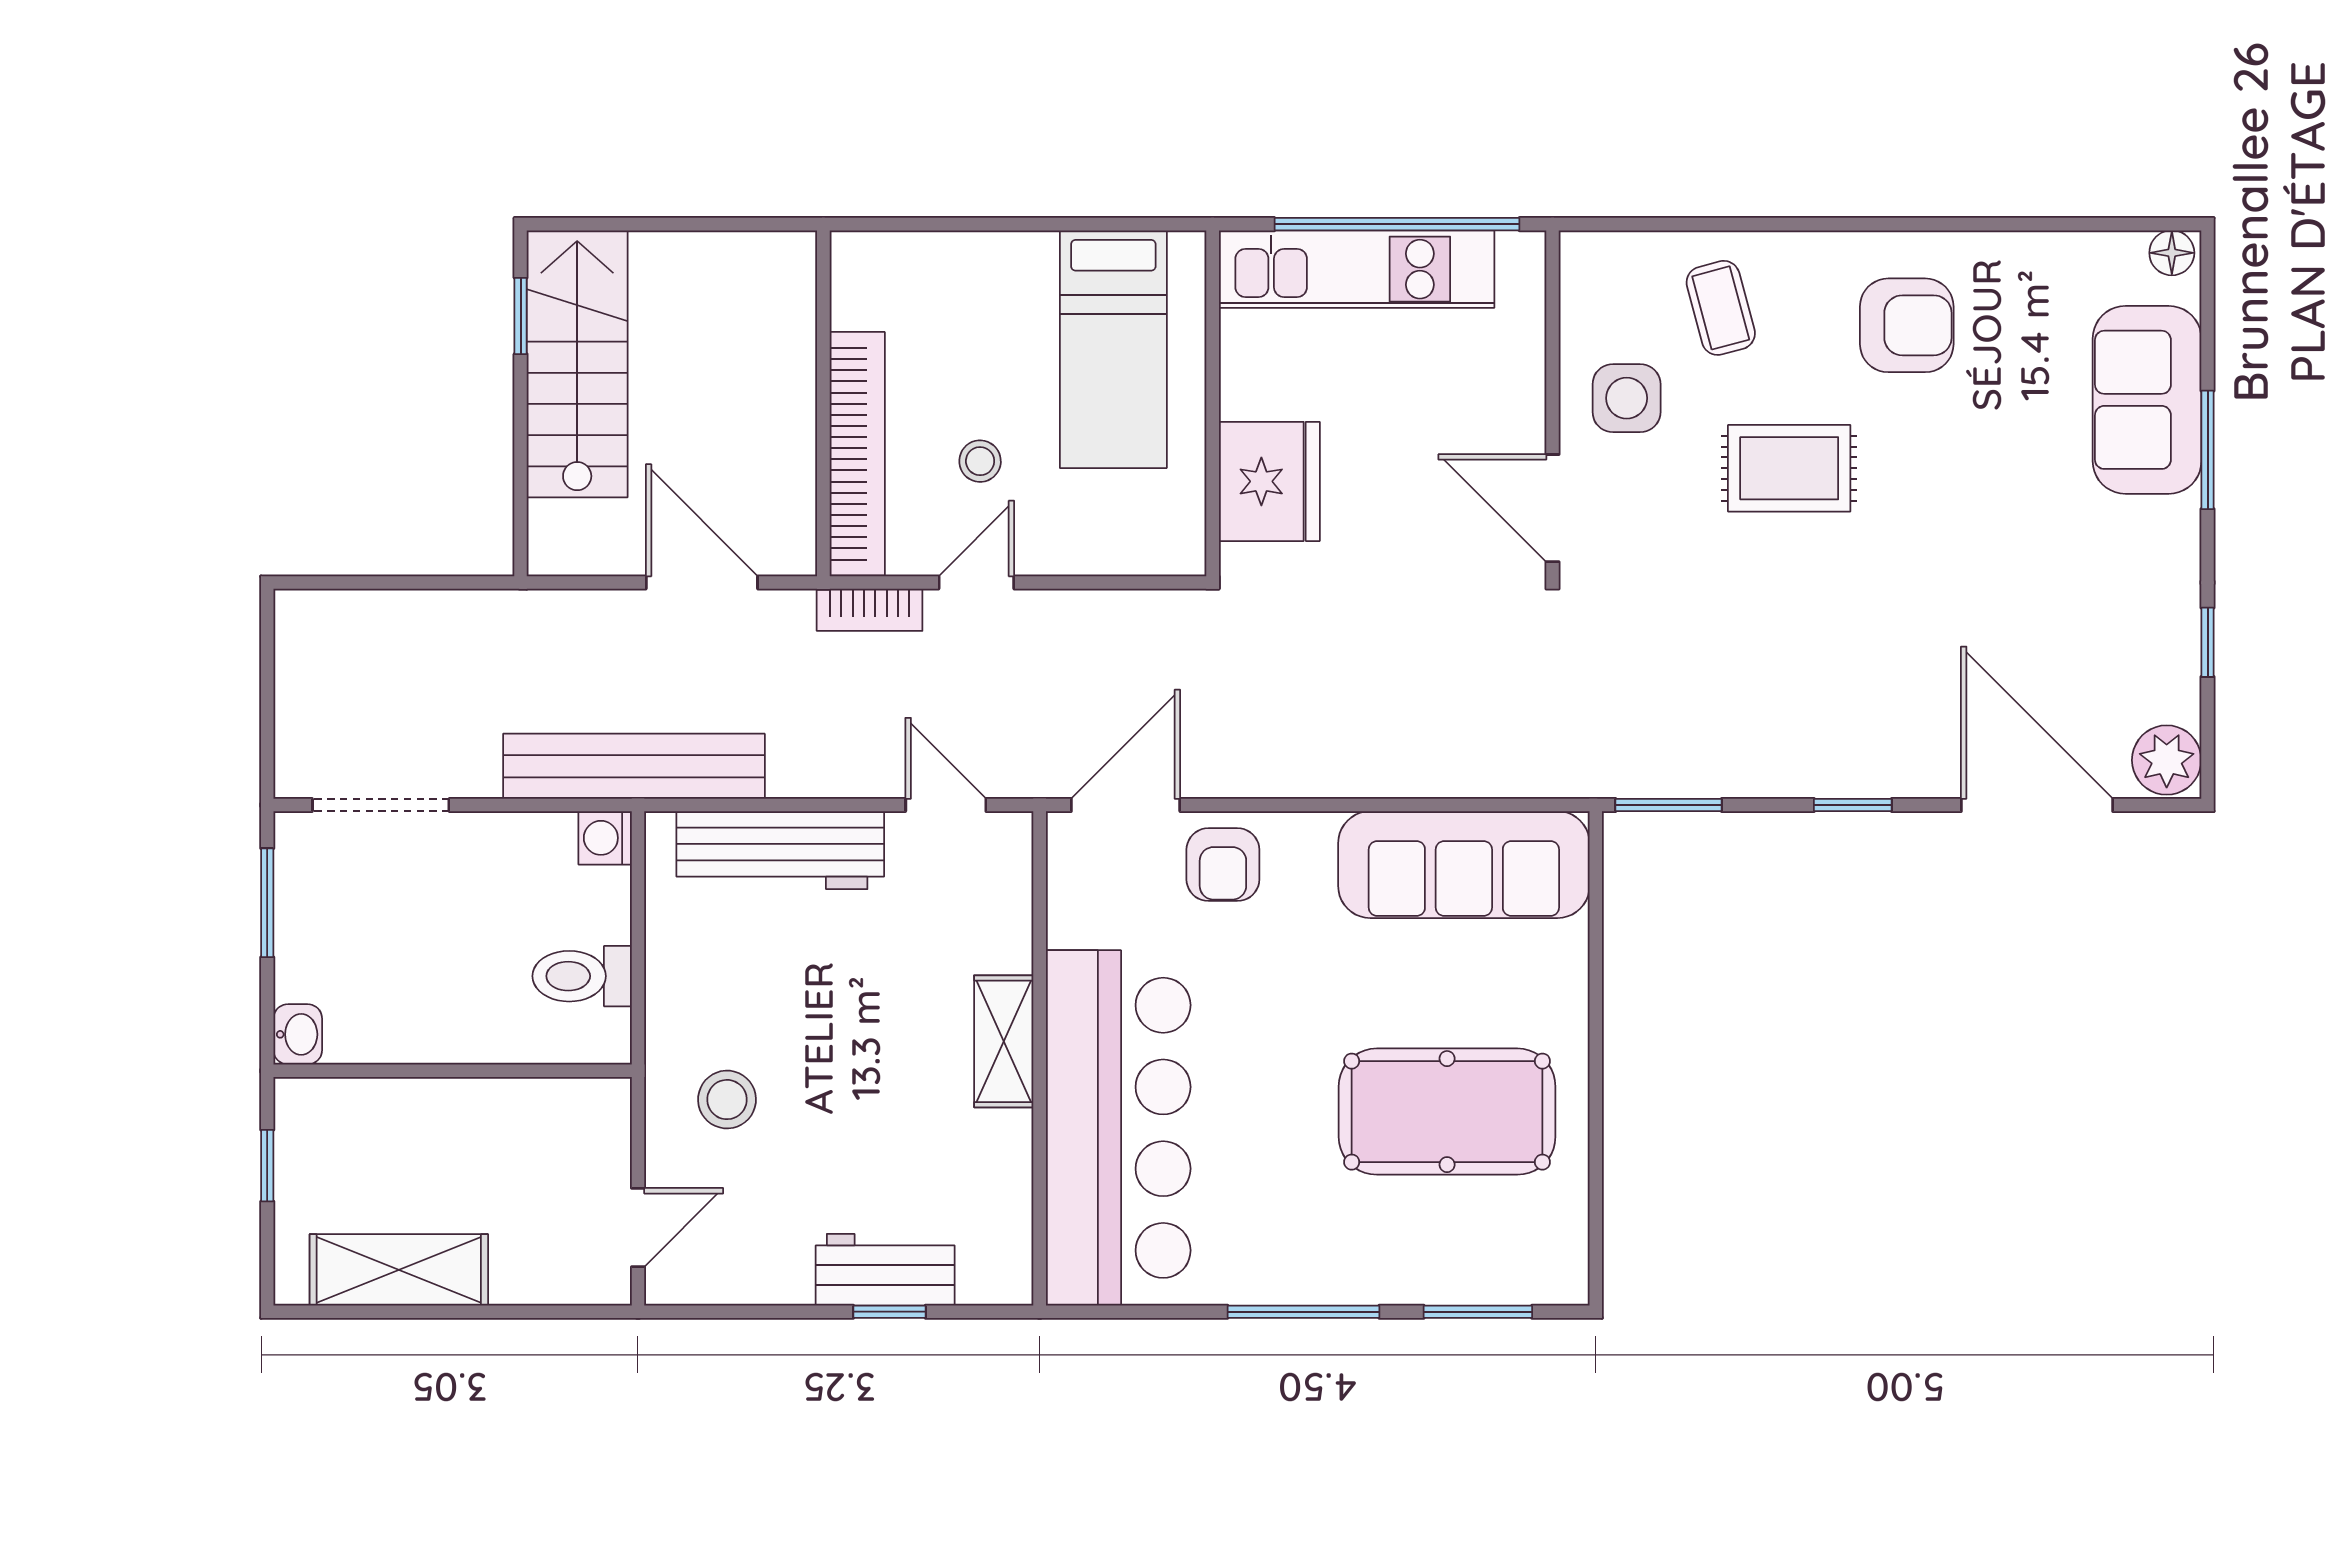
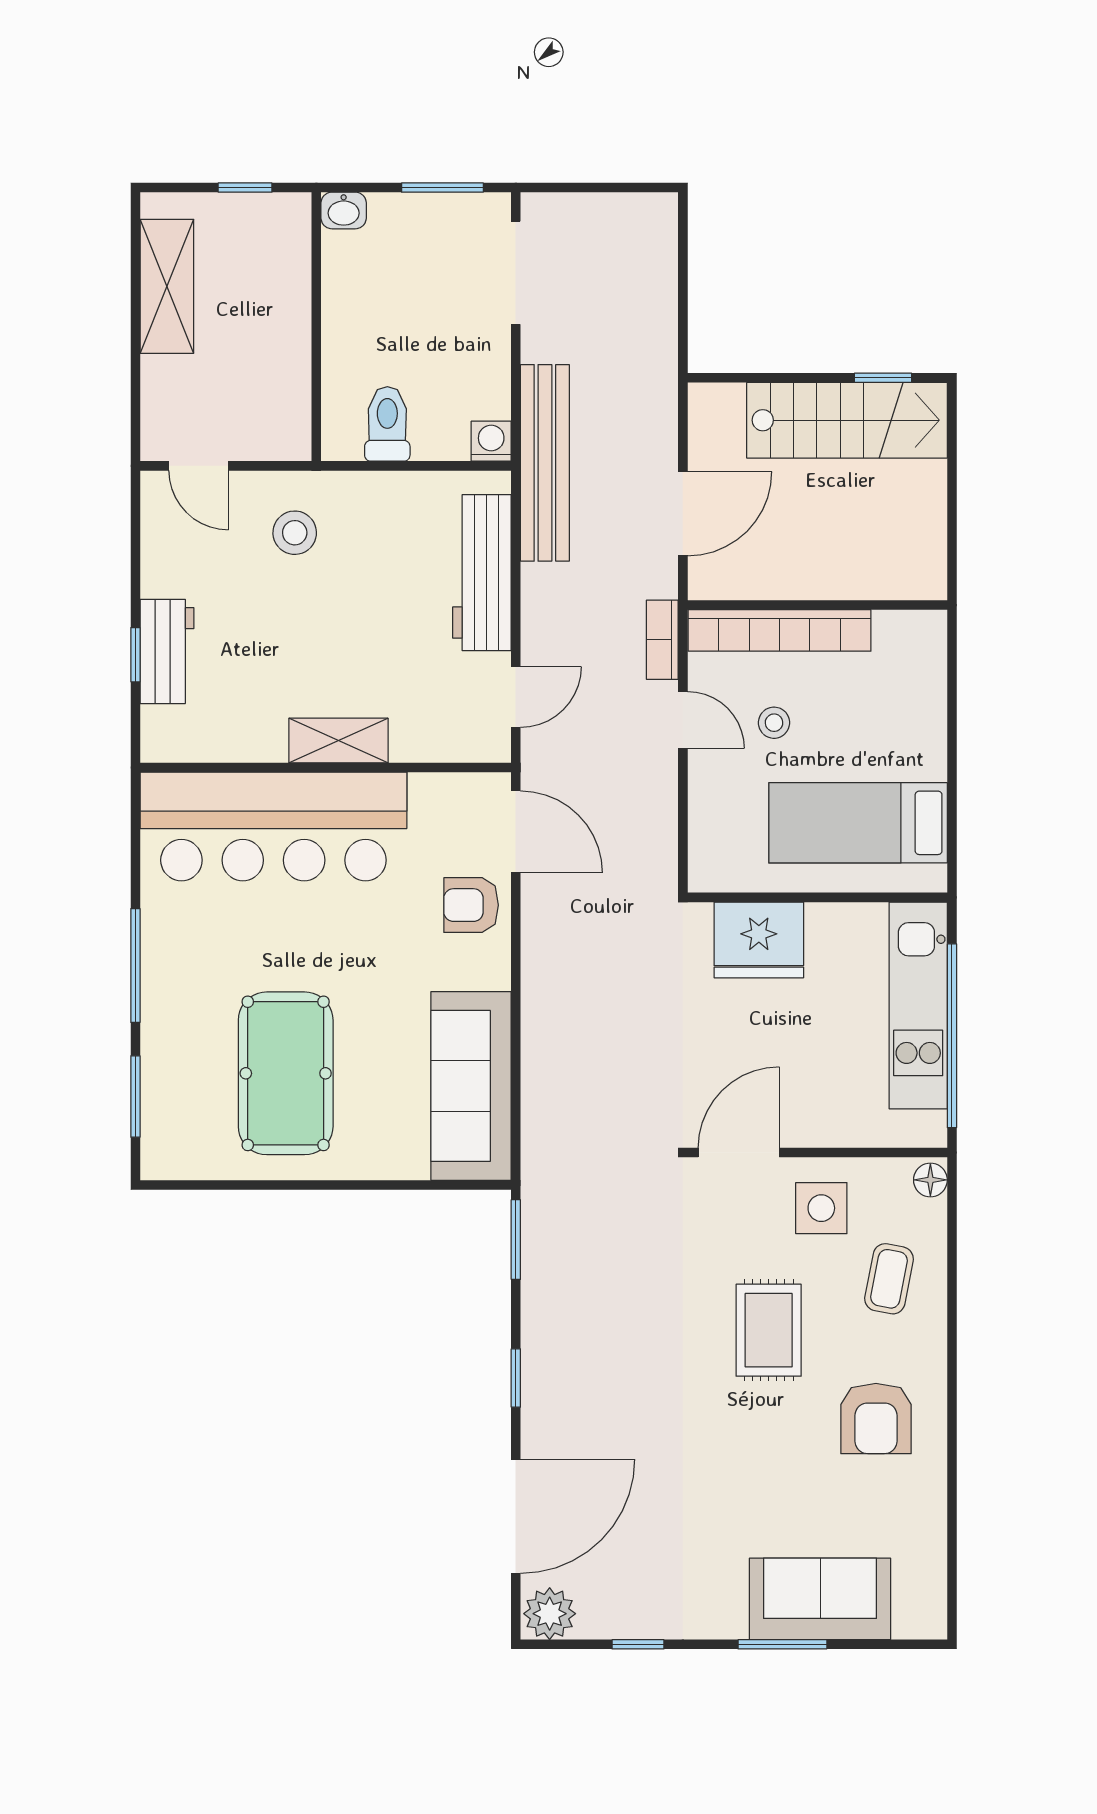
floor lamp: (2172, 253) -> (930, 1180), moved
coffee table: (1721, 308) -> (889, 1279), turned -64

